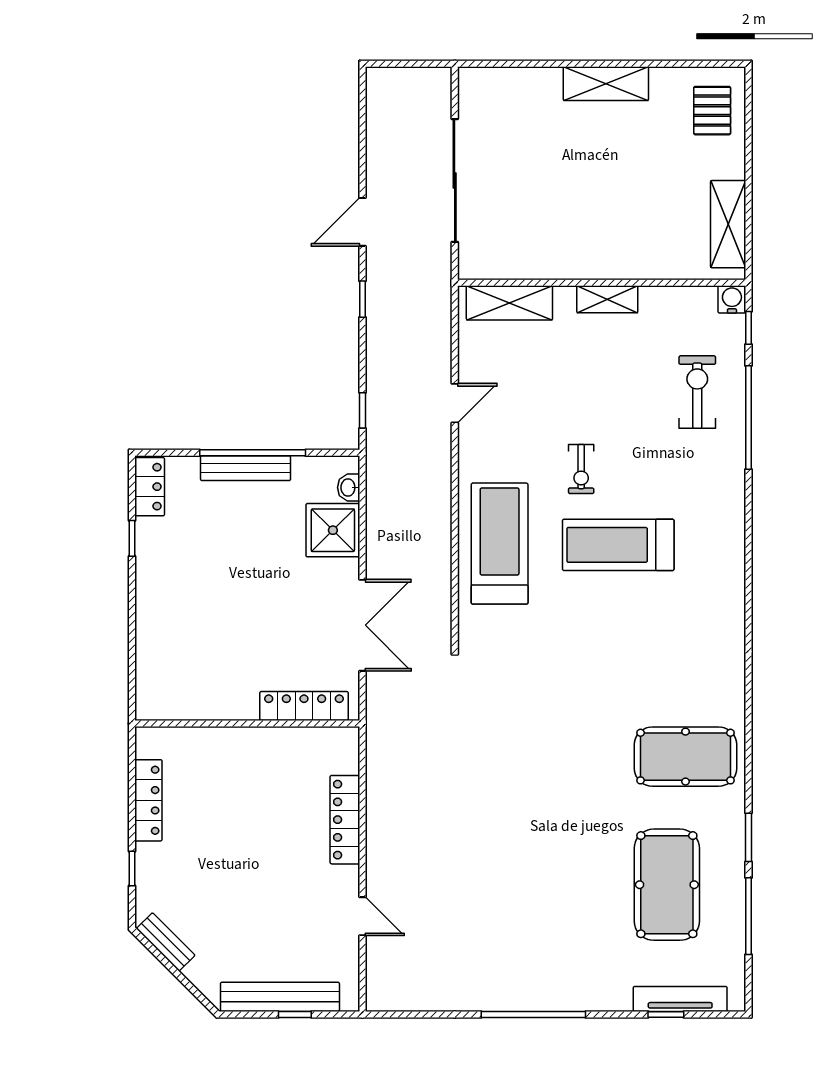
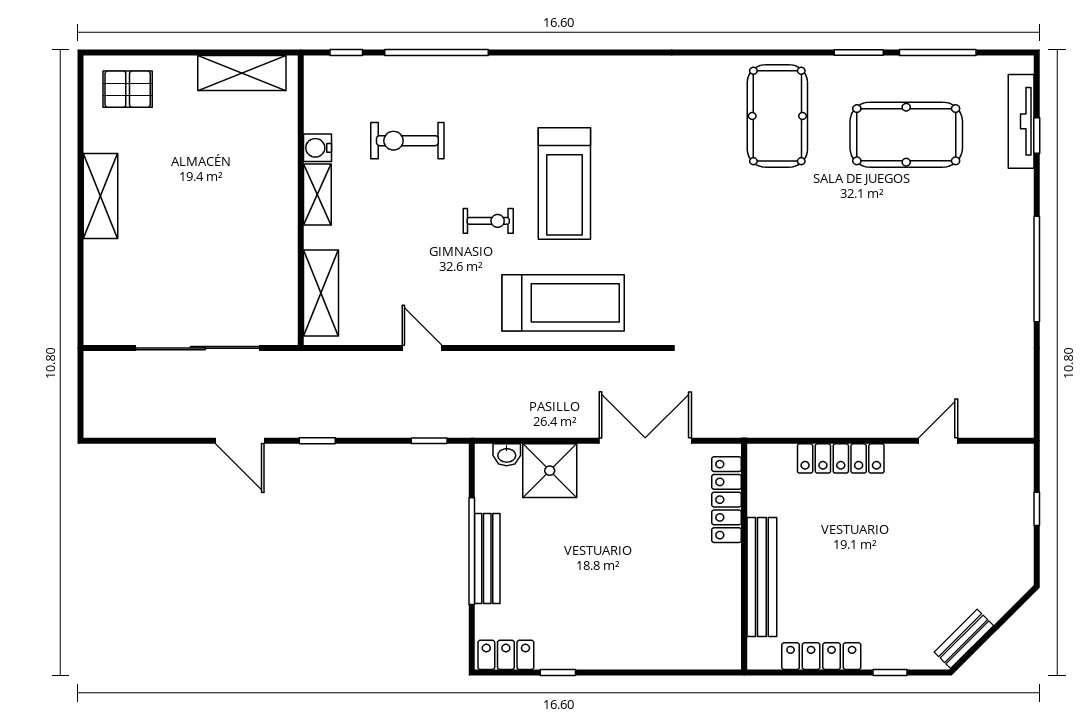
water cooler: (732, 299) -> (318, 148), moved
exercise bike: (697, 392) -> (407, 141), moved
treadmill: (500, 544) -> (563, 303), turned 180
bench: (280, 997) -> (762, 577), moved

